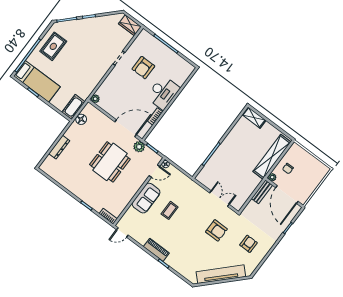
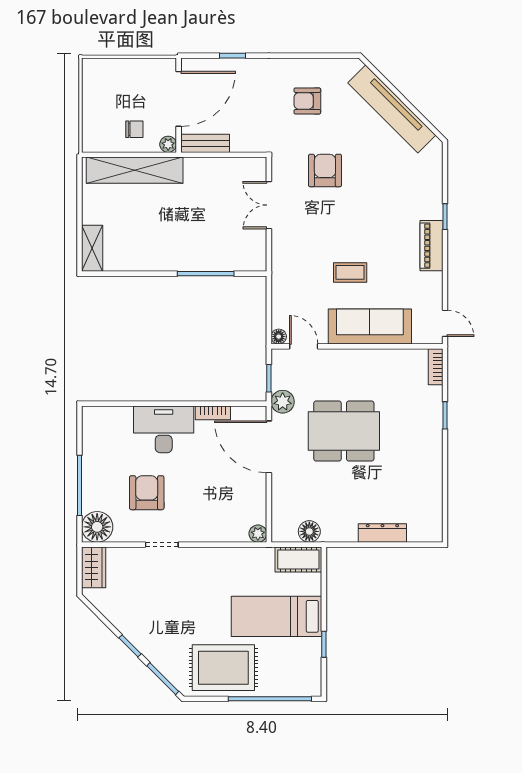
floor lamp: (145, 38) -> (97, 527), added
rug: (53, 46) -> (223, 668), width x1.36, depth x1.43
armchair: (143, 68) -> (147, 493), turned -90
bed: (37, 81) -> (277, 616), moved, turned -90
sofa: (146, 198) -> (370, 327), width x1.36

